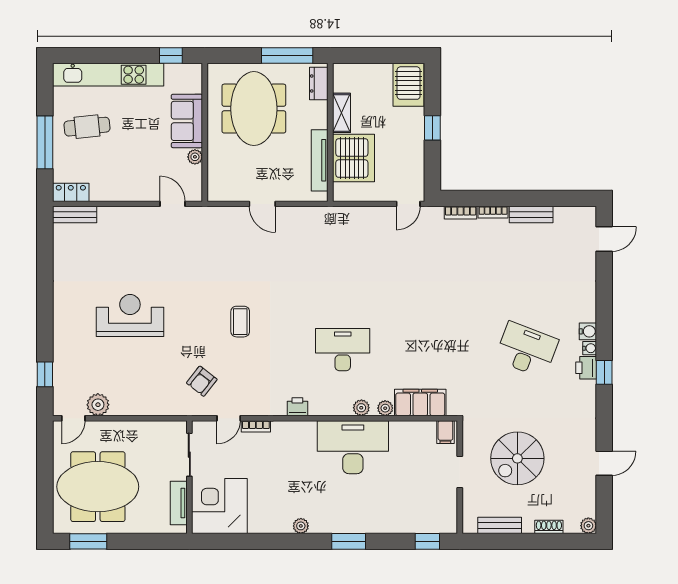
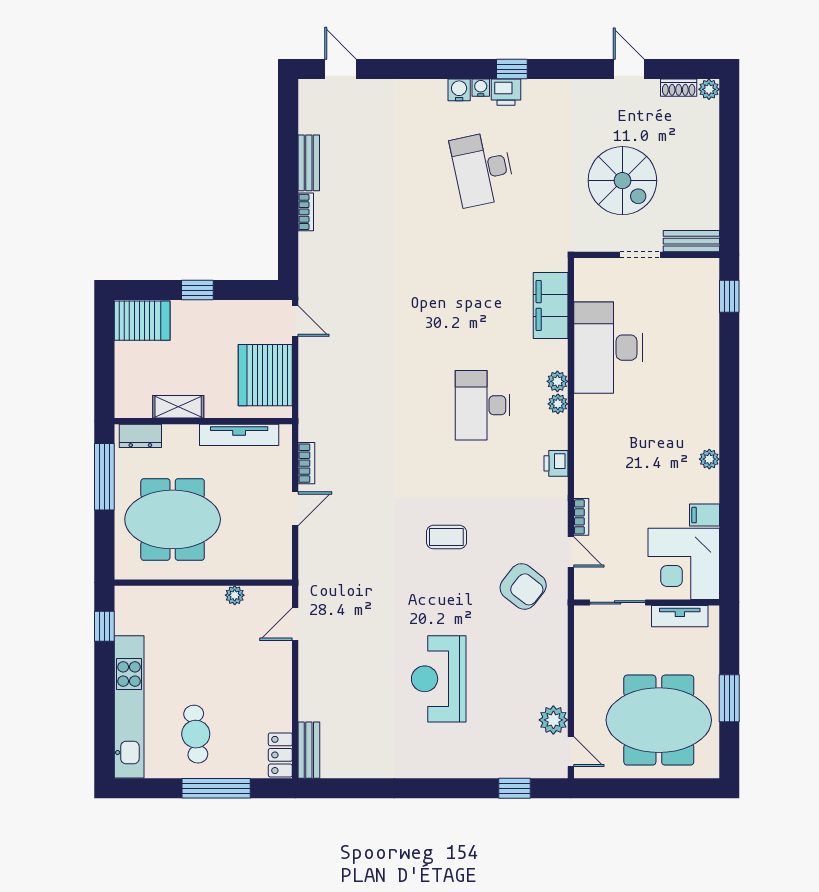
sofa: (187, 121) -> (189, 606), removed
server rack: (354, 158) -> (265, 375), moved, turned -90
bookcase: (461, 213) -> (306, 463), moved
desk: (526, 350) -> (483, 169), turned -33
armchair: (202, 381) -> (523, 586), width x1.38, depth x1.38
plant: (385, 408) -> (558, 404), moved
filing cabinet: (445, 432) -> (704, 515), moved, turned 180
desk: (353, 447) -> (608, 348), moved
meeting table: (98, 487) -> (659, 720), turned 90
bench: (500, 525) -> (691, 241), moved, turned 90
shoe rack: (549, 527) -> (679, 88), moved, turned -90
window: (88, 541) -> (729, 698), moved
window: (349, 541) -> (729, 398), removed

